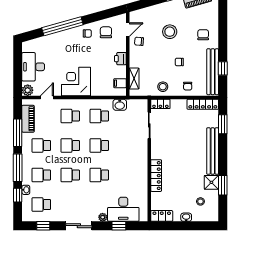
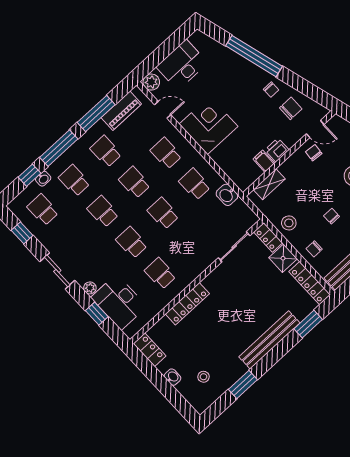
filing cabinet: (120, 83) -> (264, 161), moved
school desk: (128, 175) -> (160, 273), added
shower: (211, 182) -> (283, 258), moved

